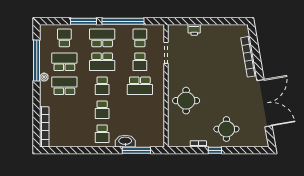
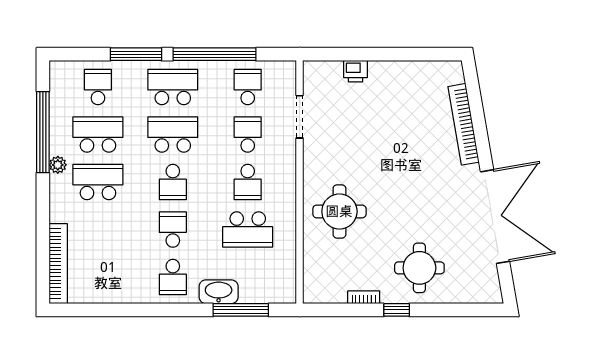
school desk: (102, 62) -> (173, 135), turned 180
school desk: (140, 62) -> (248, 135), turned 180
school desk: (140, 86) -> (248, 182), width x0.54
school desk: (102, 110) -> (173, 230), turned 180
school desk: (140, 110) -> (248, 230), added

